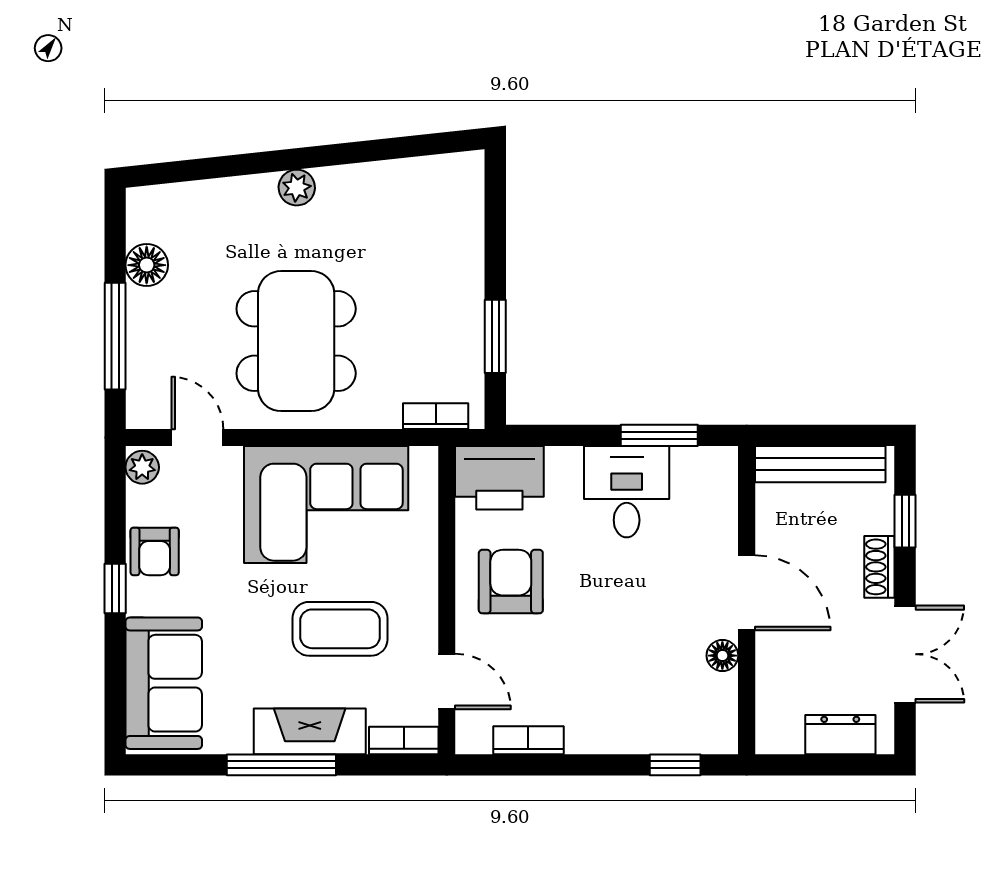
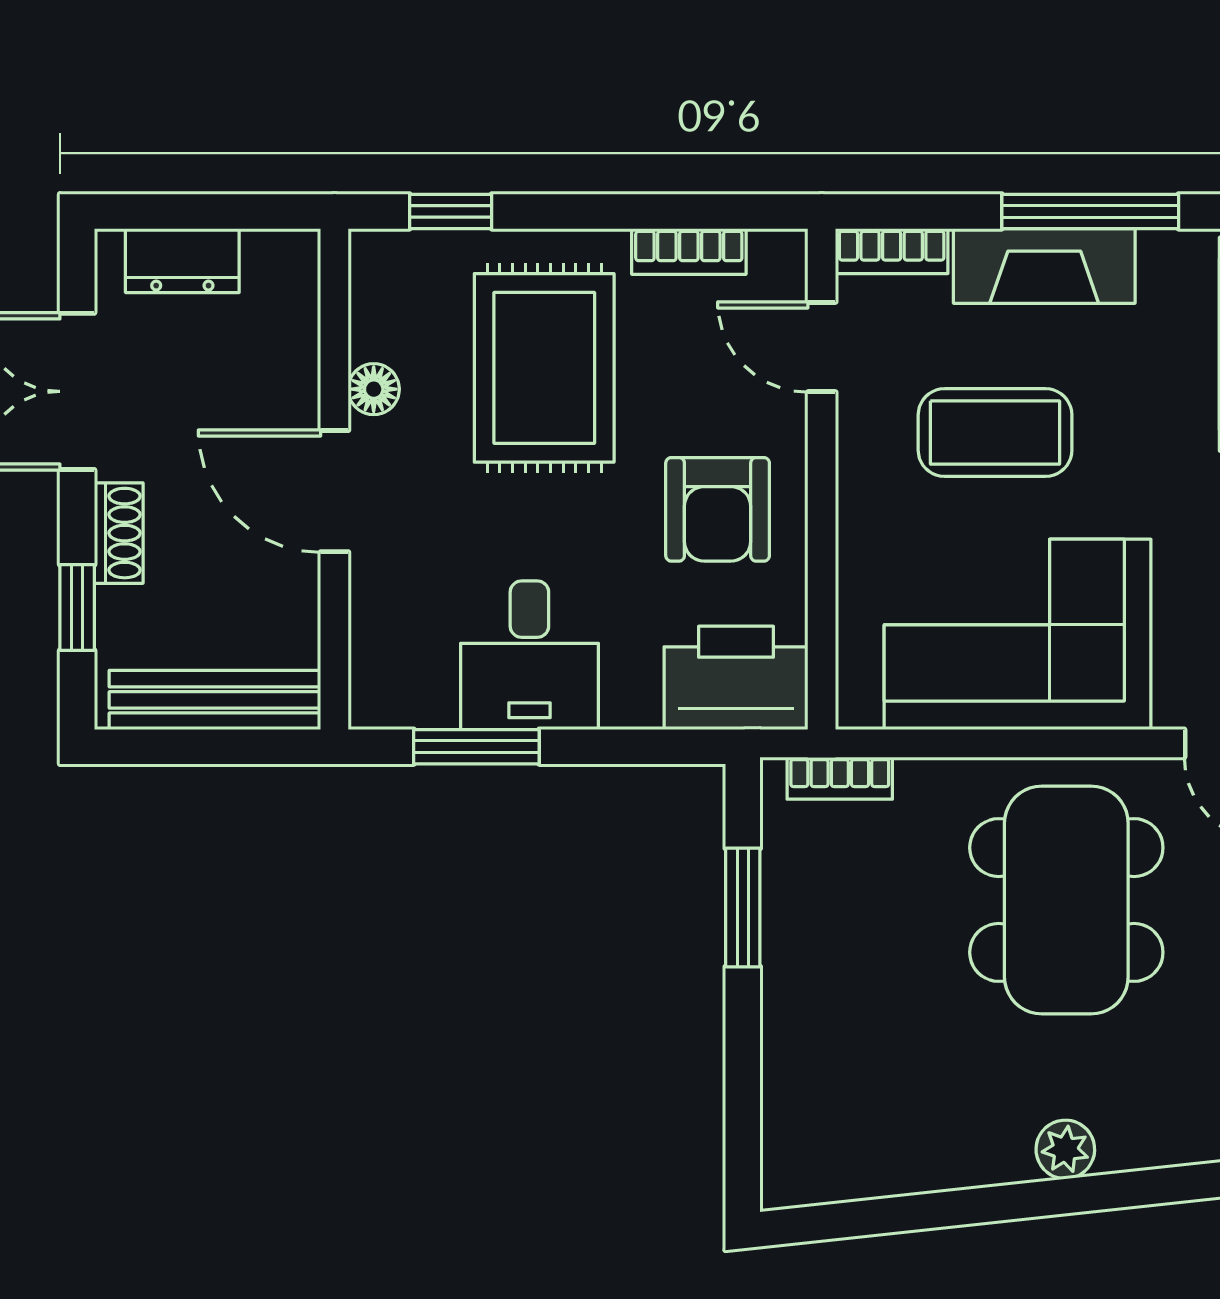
rug: (618, 669) -> (544, 368), added

